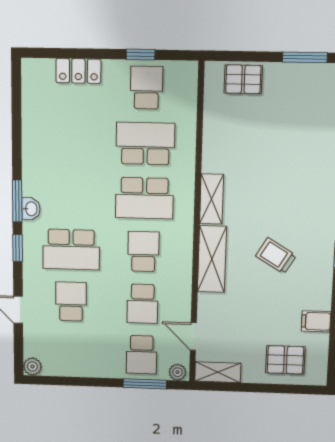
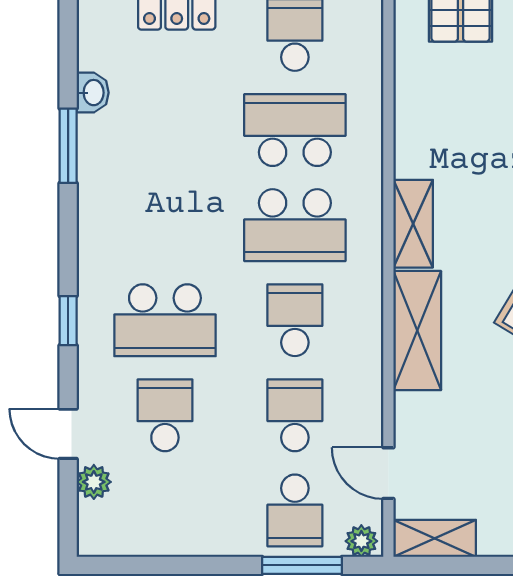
window: (17, 201) -> (68, 146), moved
washbasin: (31, 209) -> (93, 93), moved
school desk: (142, 304) -> (295, 415), turned 180
plant: (32, 366) -> (94, 482), moved

